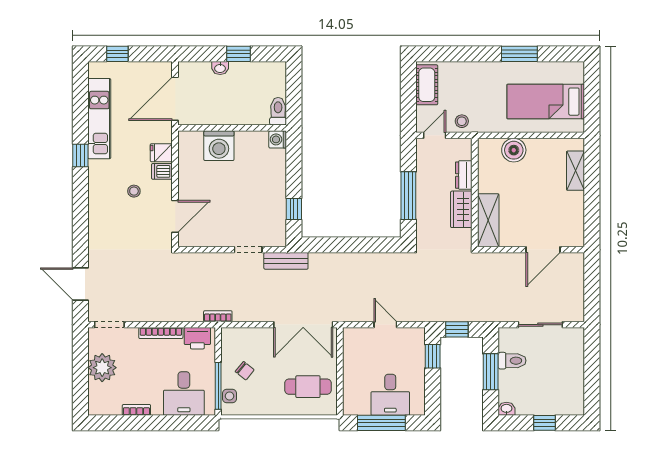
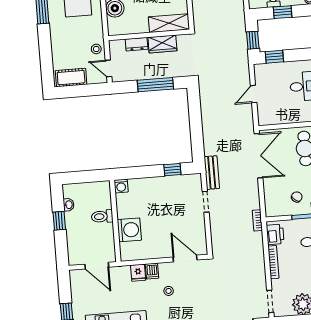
washbasin: (220, 68) -> (69, 205), moved
door: (175, 99) -> (97, 266), width x0.73
toilet: (278, 111) -> (102, 216), moved
window: (491, 372) -> (283, 12), width x0.67

